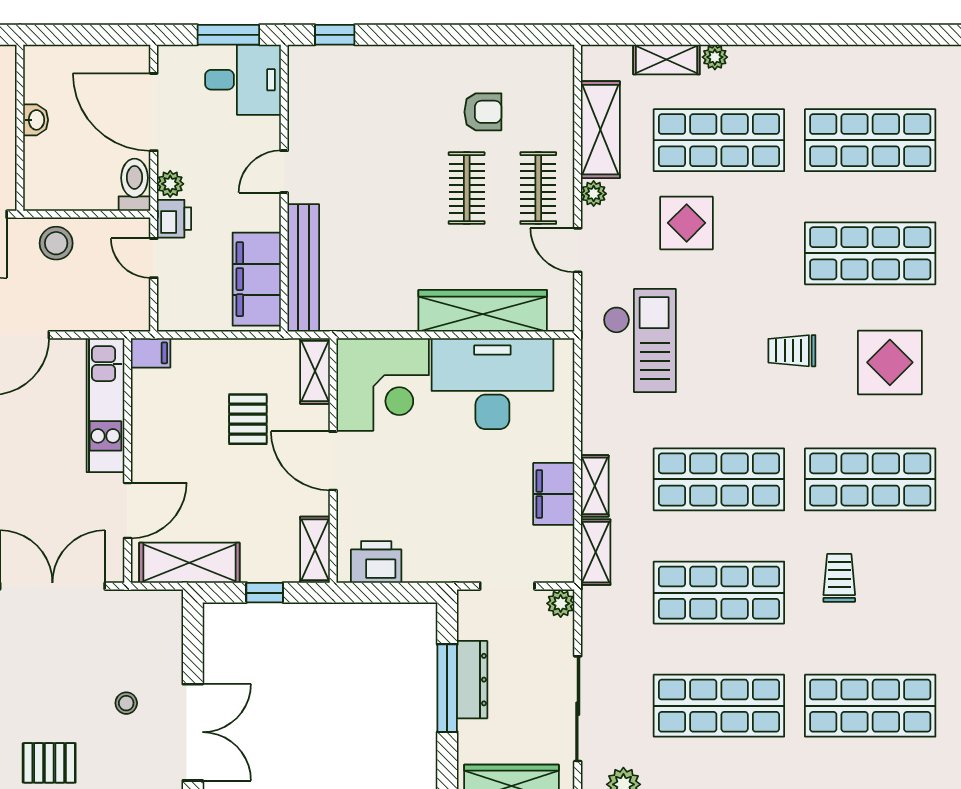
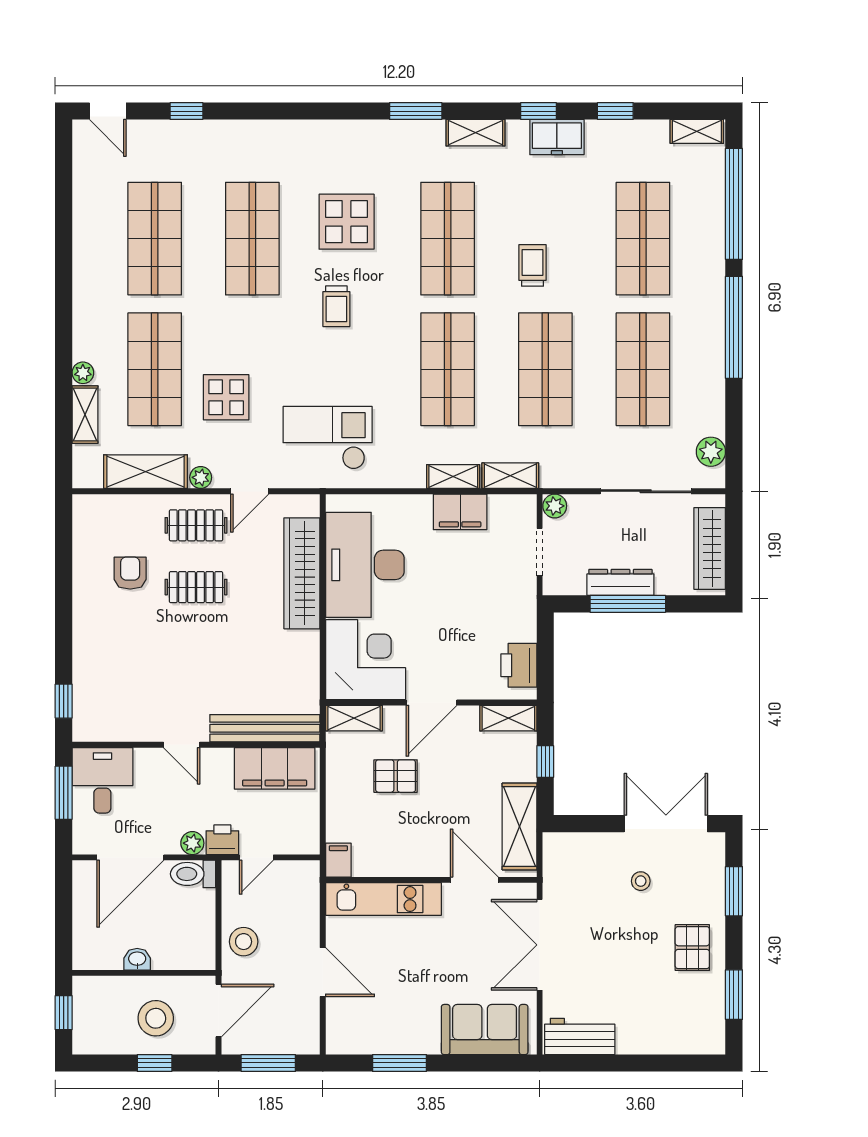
trolley: (839, 578) -> (533, 265), turned 90

